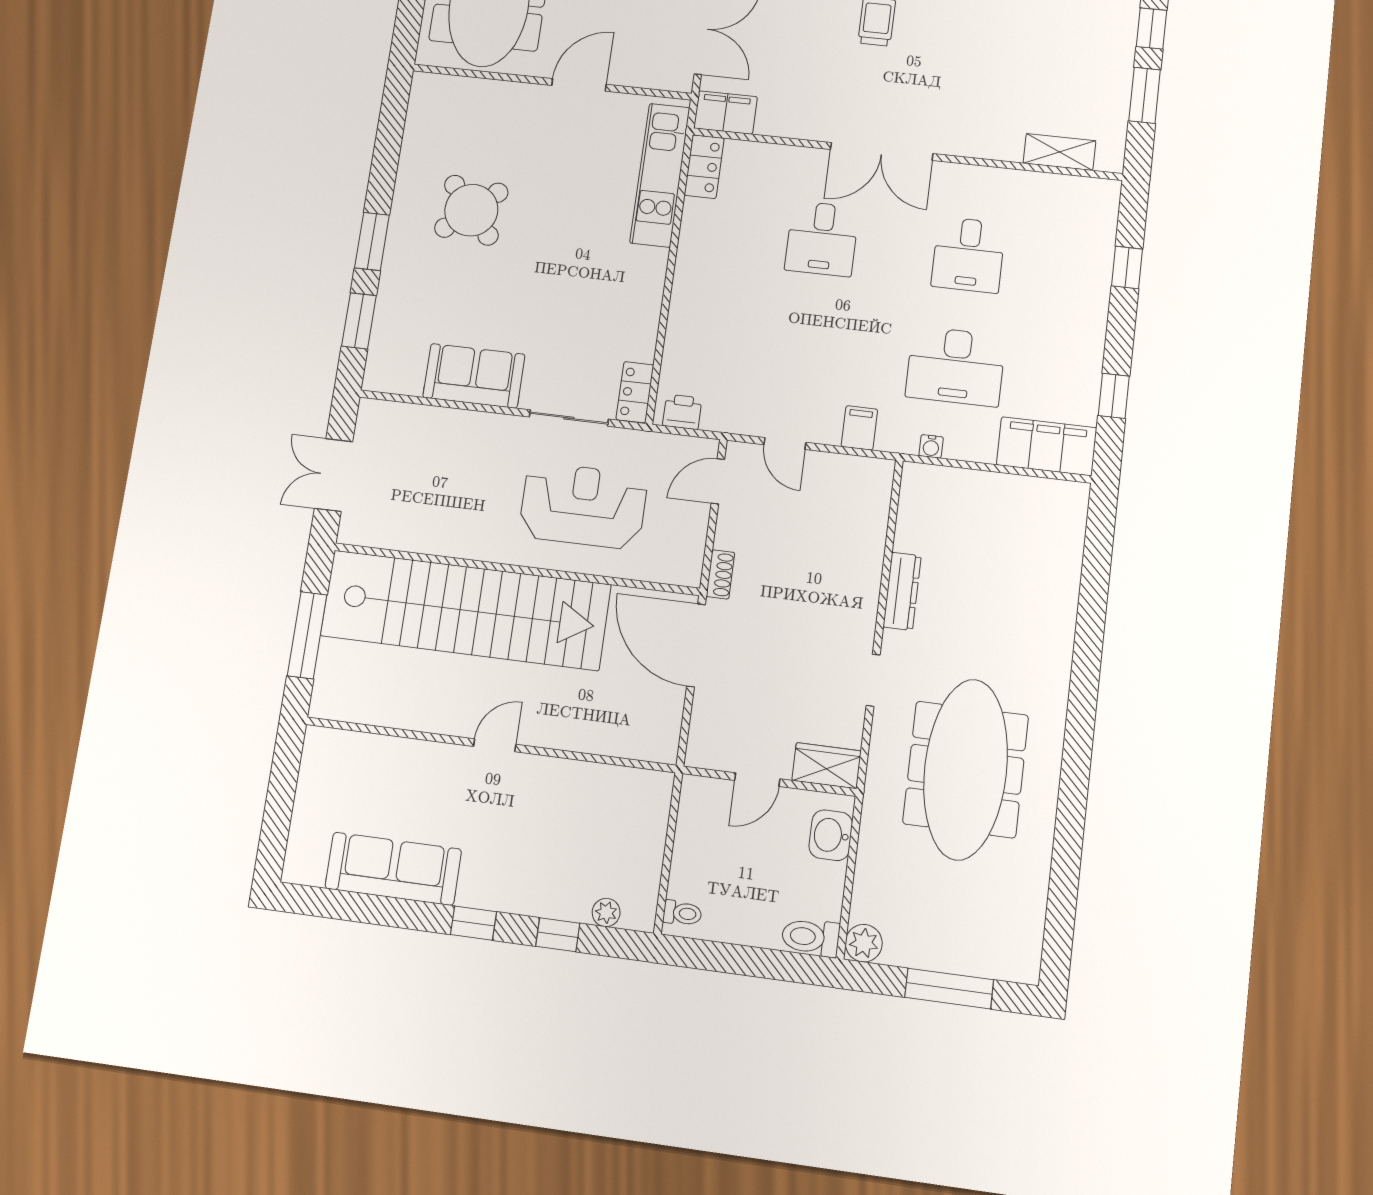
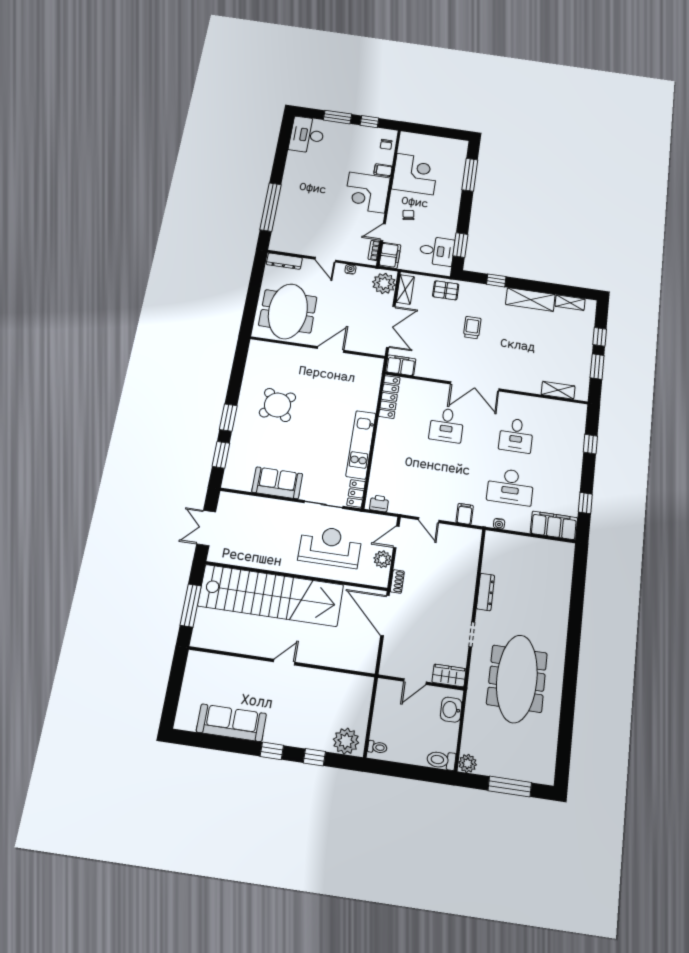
locker: (704, 167) -> (389, 397), width x1.53
kitchen unit: (660, 175) -> (361, 445), moved
plant: (690, 529) -> (382, 559), added
plant: (606, 912) -> (346, 741), width x1.88, depth x1.88

